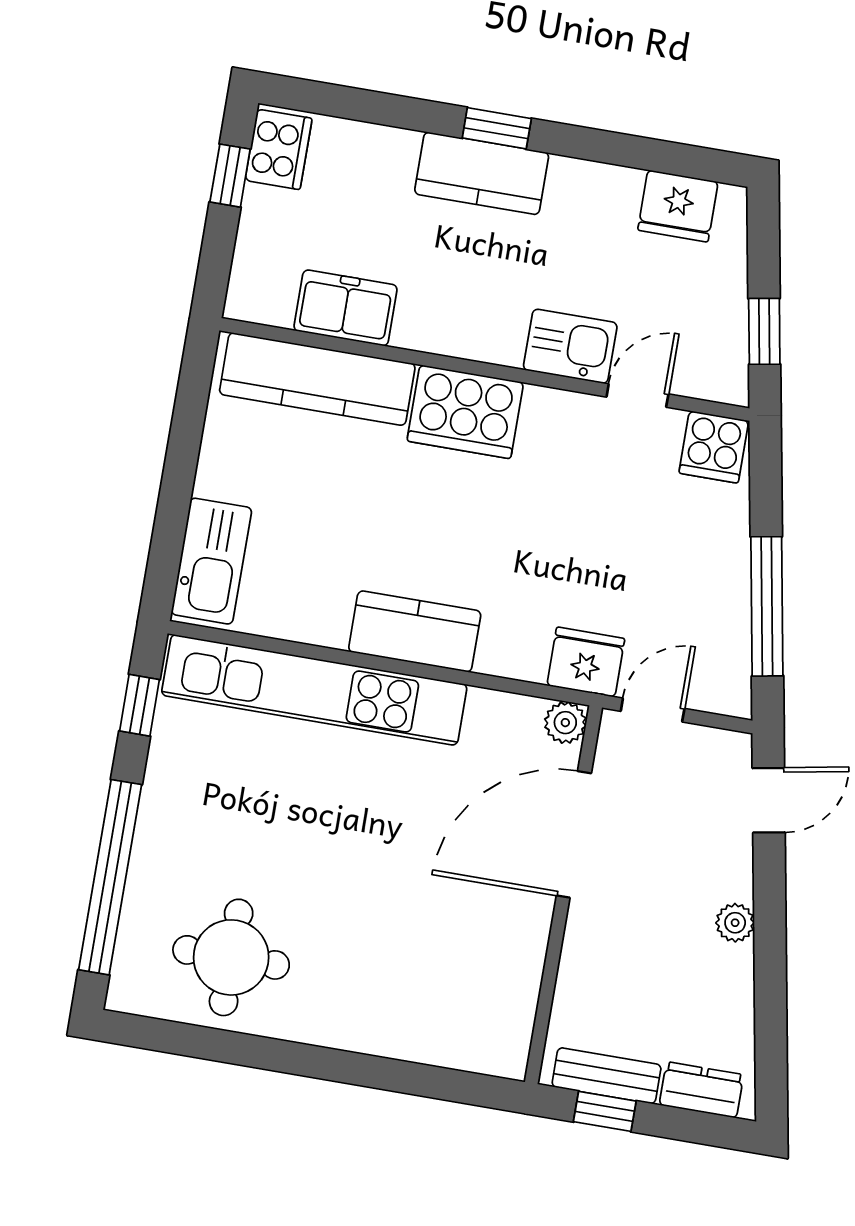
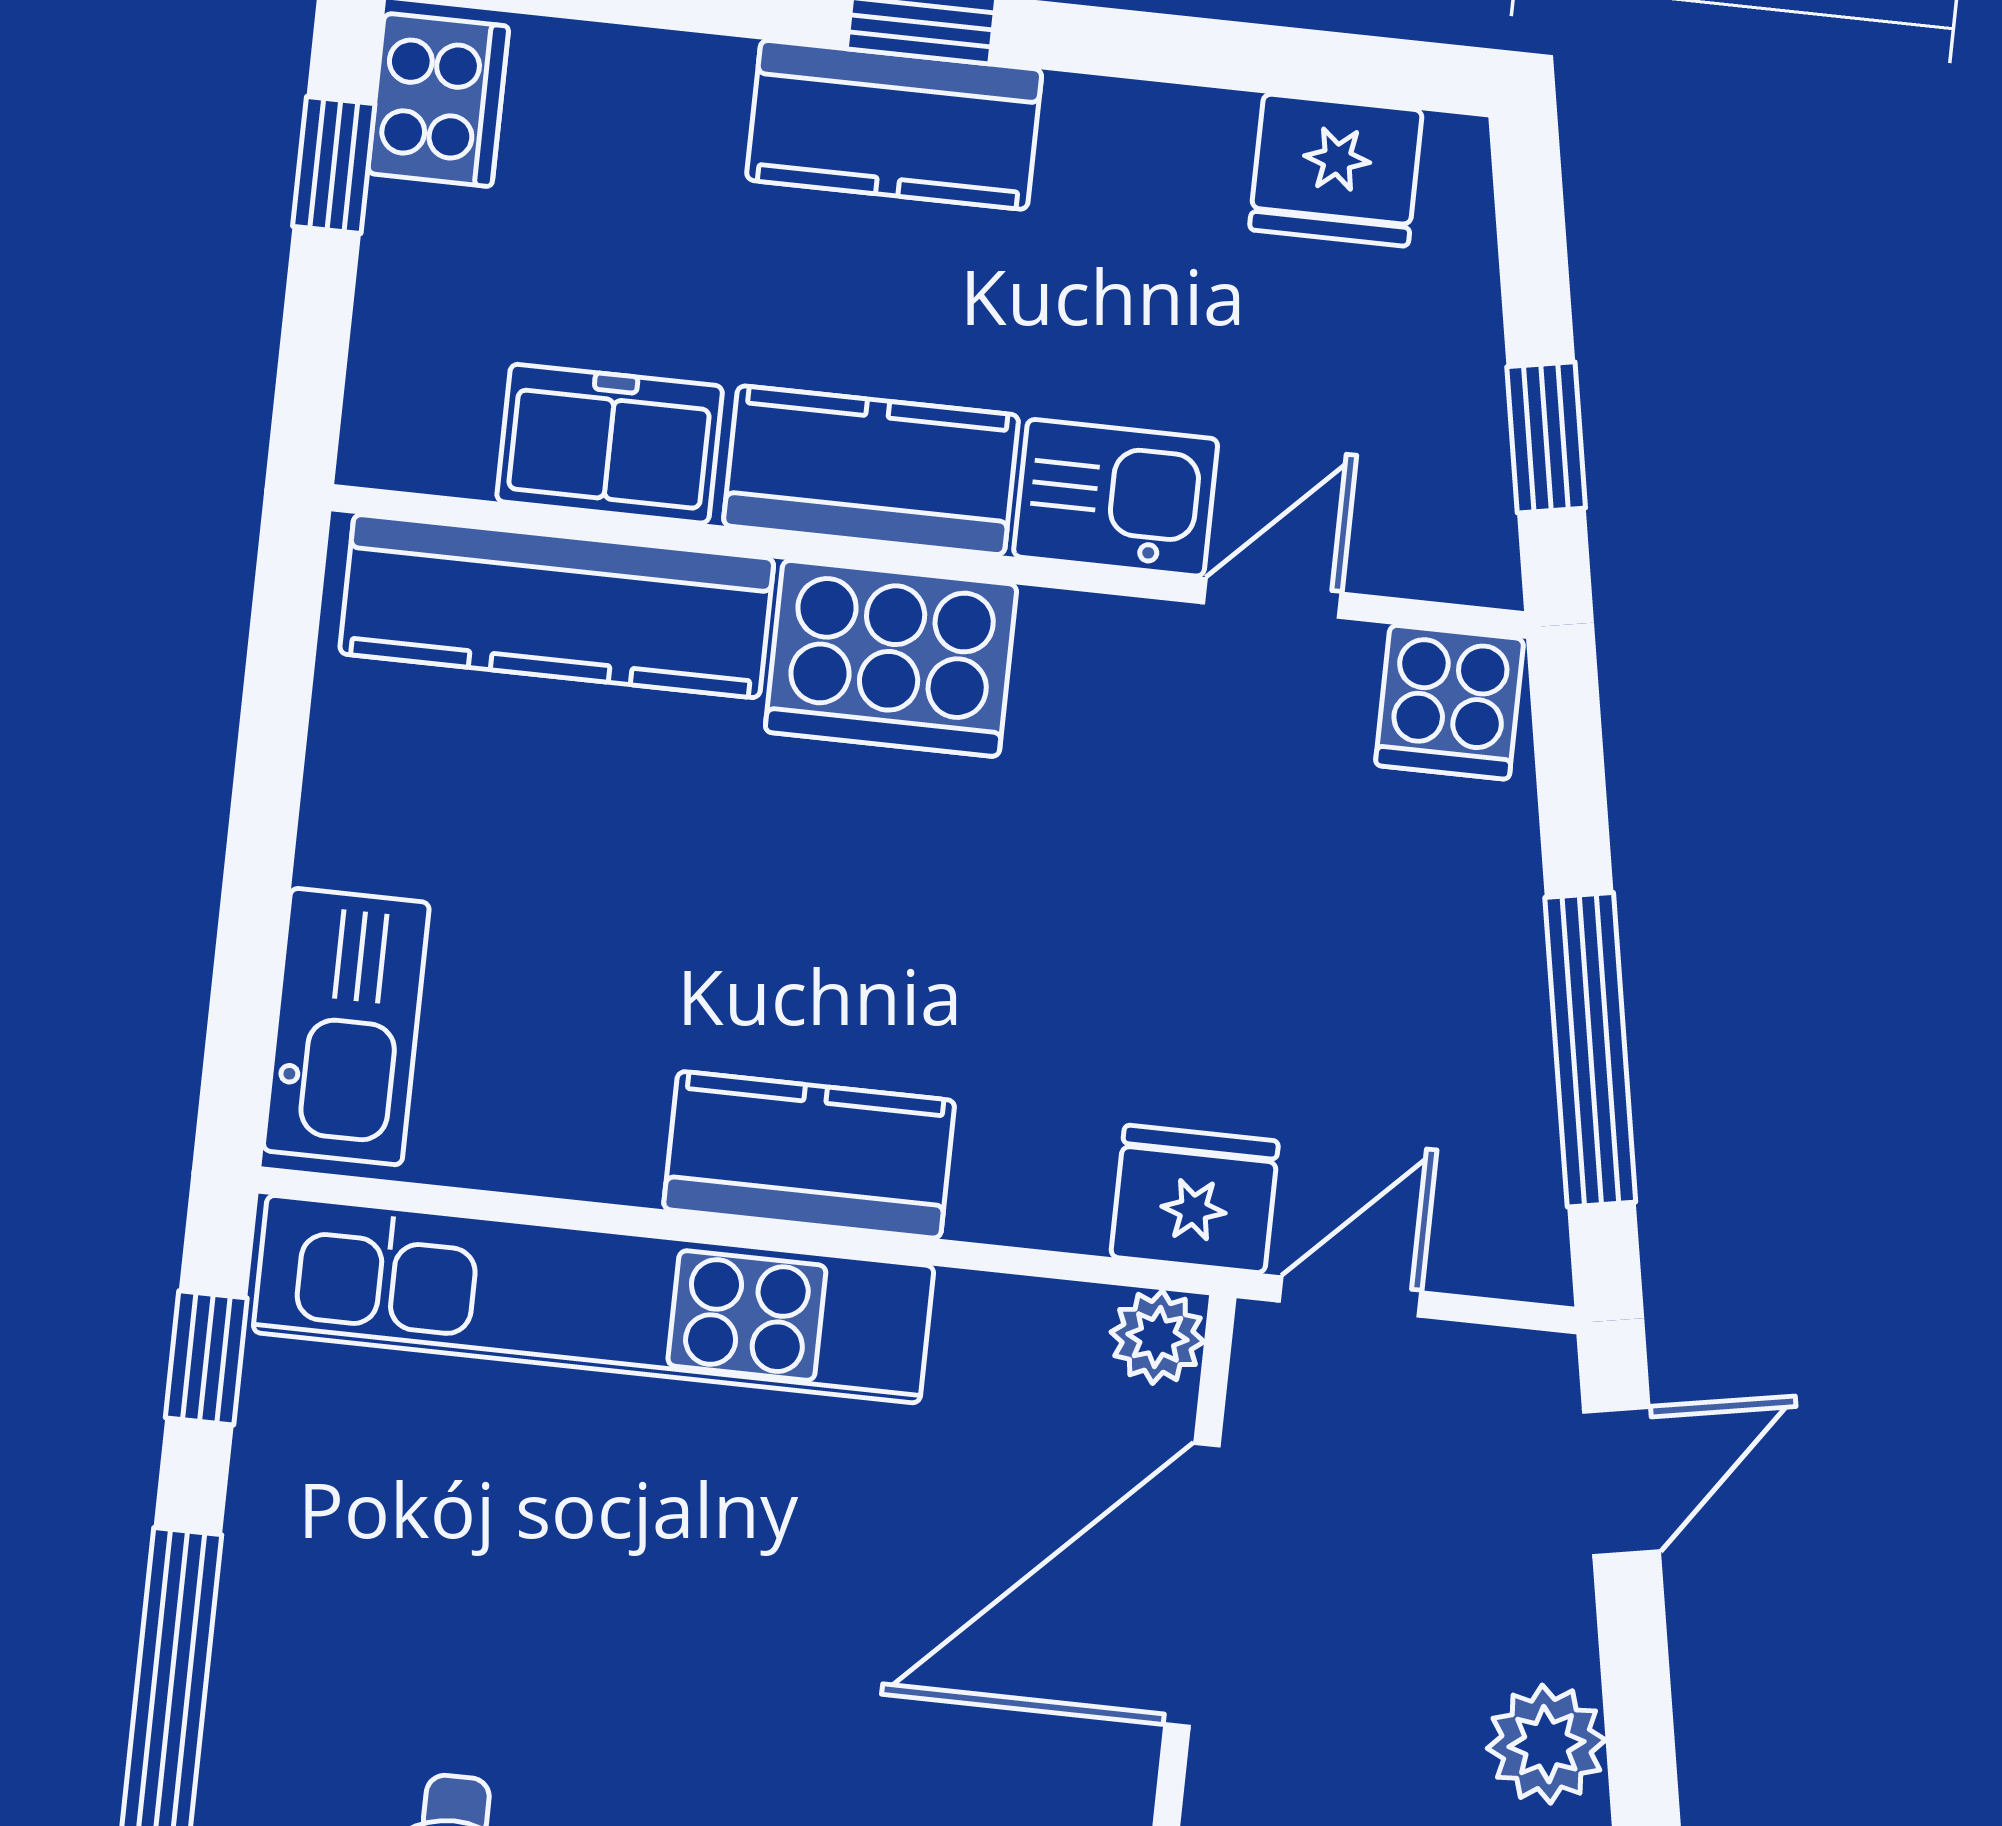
kitchen counter: (462, 327) -> (871, 470), added
plant: (735, 923) -> (1546, 1744), width x1.38, depth x1.38

